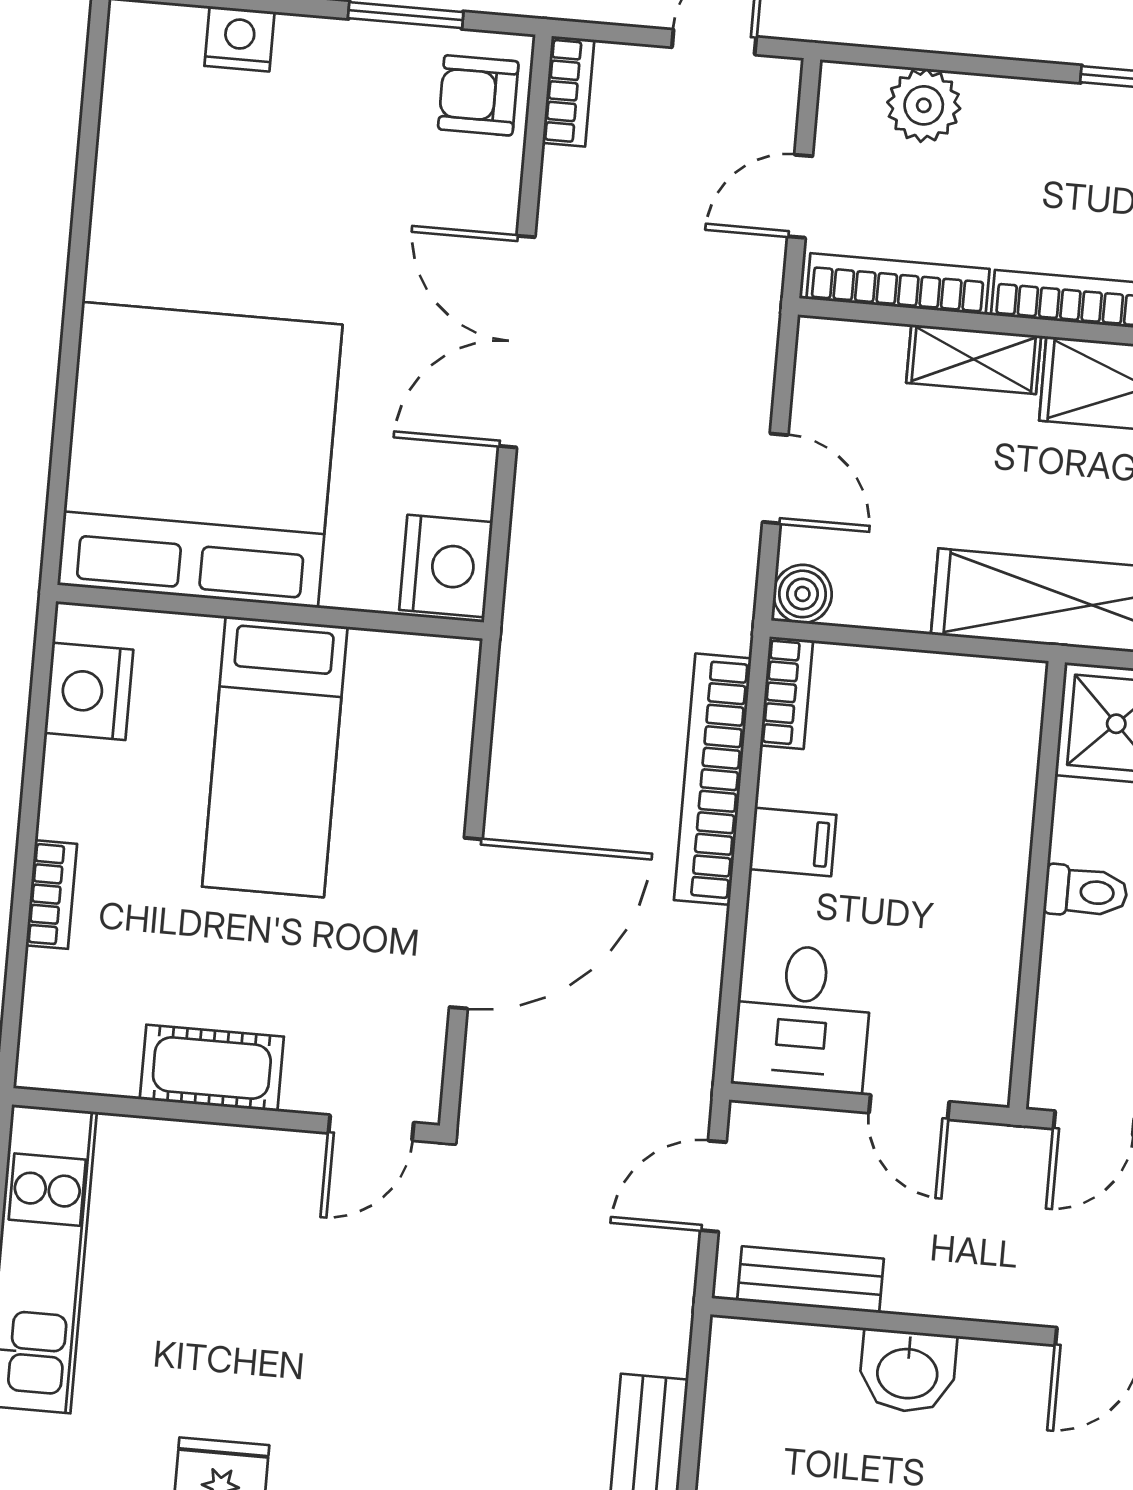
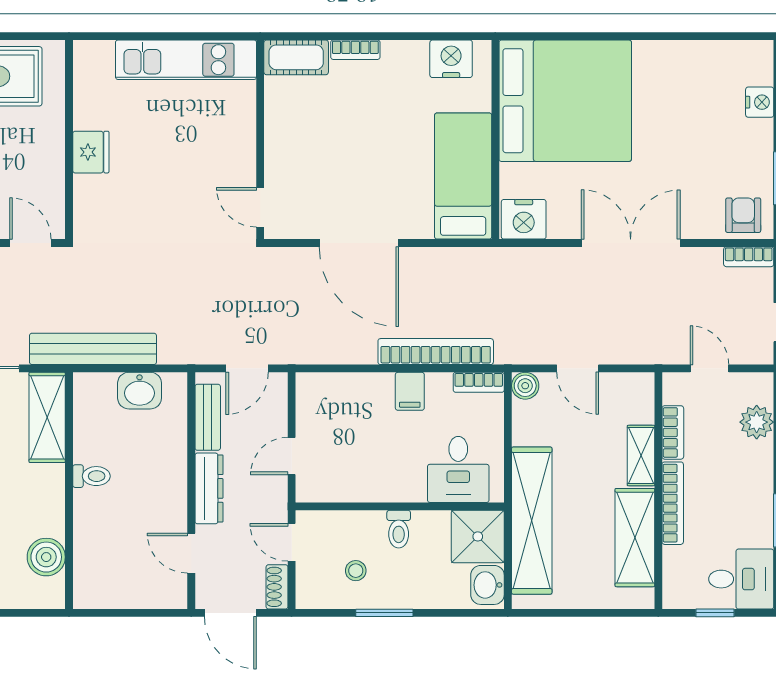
bookcase: (898, 284) -> (673, 432), width x0.64
door: (775, 478) -> (578, 368), hinge flipped
bed: (275, 757) -> (463, 176), moved, turned 90
desk: (802, 1018) -> (458, 469), moved, turned -90
cot: (212, 1068) -> (296, 57), moved, turned 90
door: (713, 1186) -> (247, 368), swing flipped
dresser: (963, 1290) -> (209, 488), added
washbasin: (907, 1371) -> (140, 391), moved, turned -90

